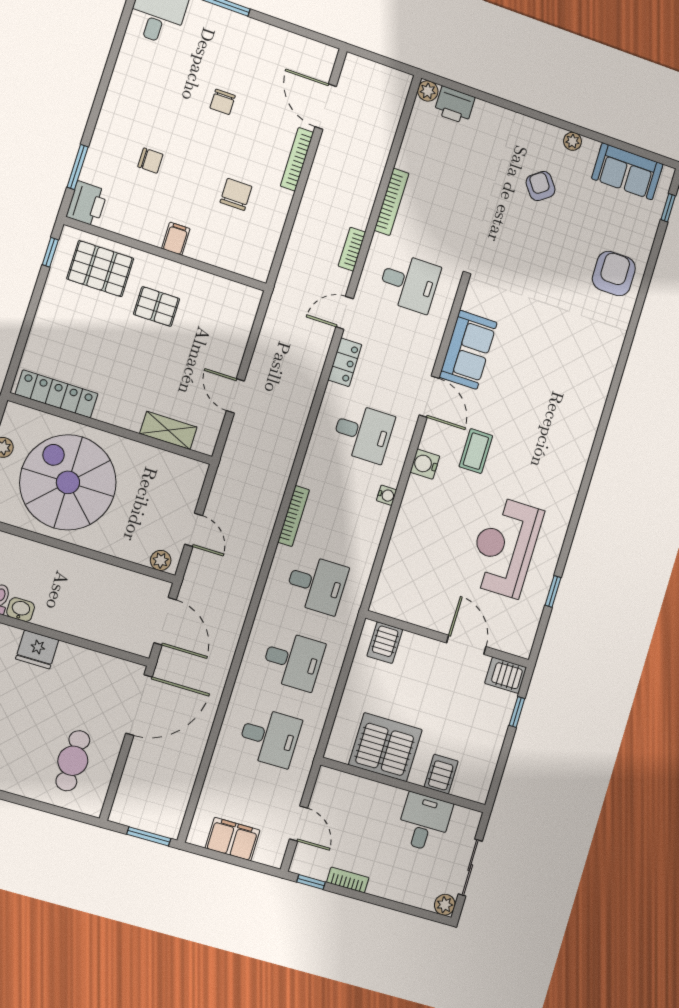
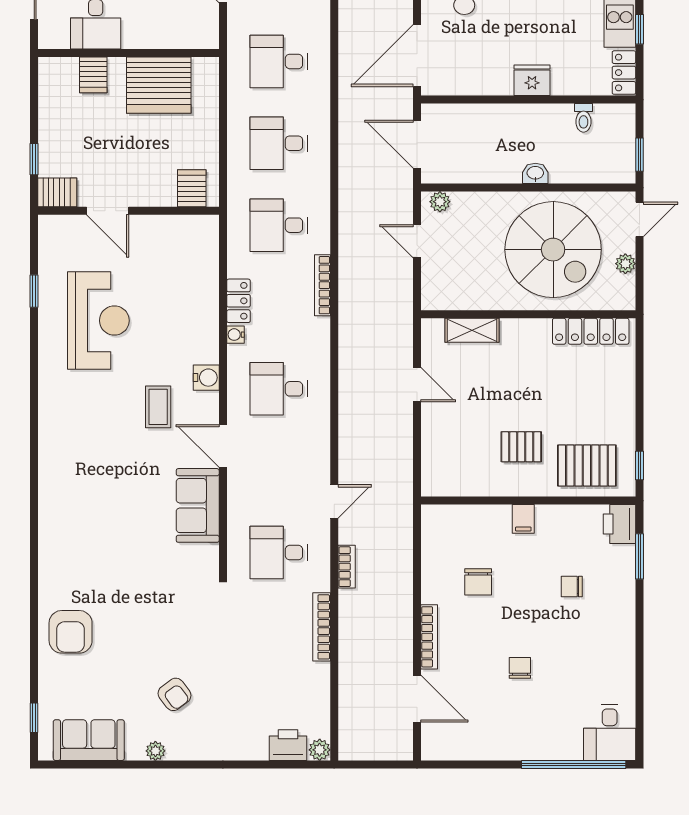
locker: (345, 362) -> (238, 301), moved, turned 180
washbasin: (21, 610) -> (535, 173), moved, turned 180

